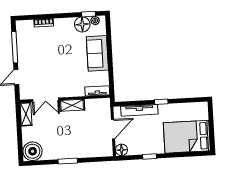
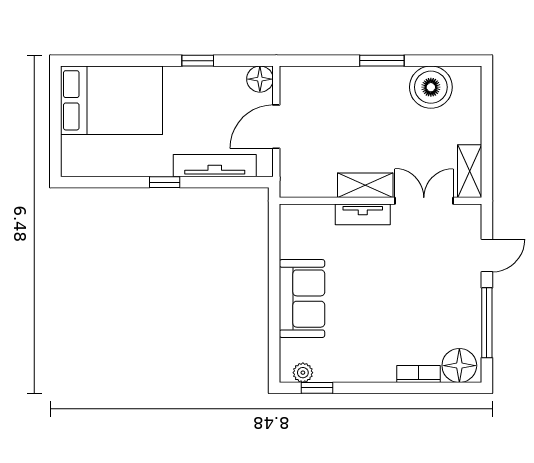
floor lamp: (82, 24) -> (459, 366), moved
tv unit: (97, 91) -> (363, 214), moved
boiler: (33, 151) -> (431, 87), moved

